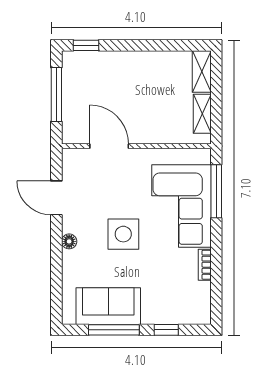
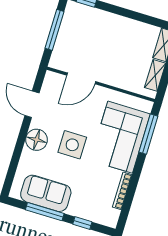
door: (109, 146) -> (81, 78), swing flipped
floor lamp: (69, 241) -> (37, 140), width x1.89, depth x1.89
bookcase: (205, 265) -> (122, 191), width x1.56

